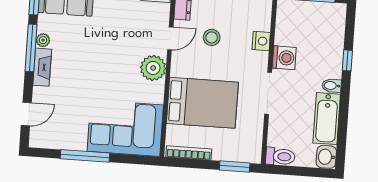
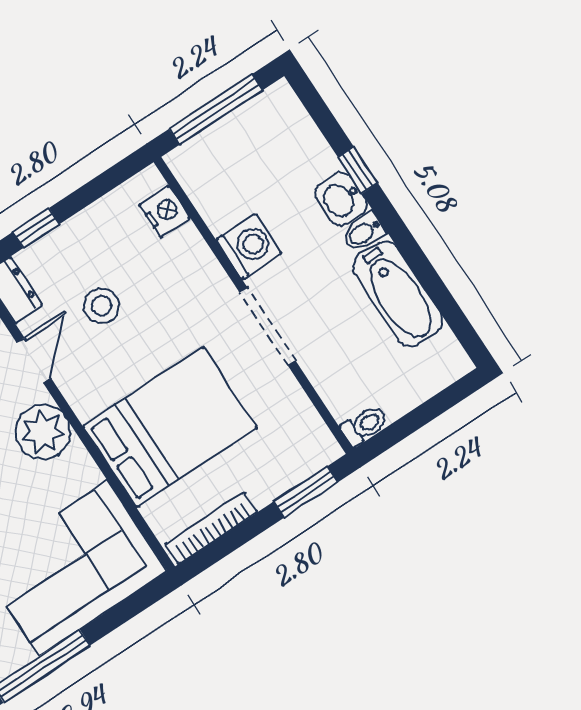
nightstand: (261, 41) -> (165, 211), moved
toilet: (280, 156) -> (365, 426), width x0.73, depth x0.72
washbasin: (326, 157) -> (341, 199), moved

